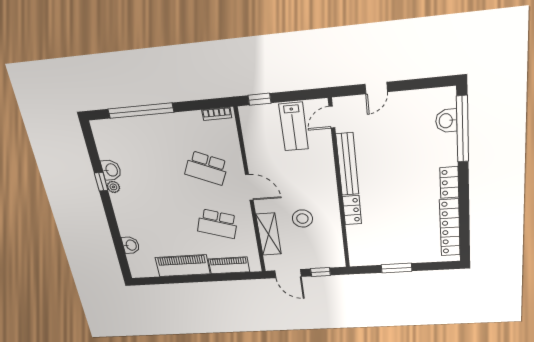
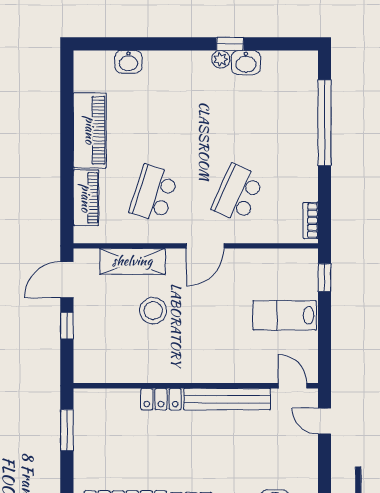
door: (332, 117) -> (293, 386), moved
bench: (347, 164) -> (227, 399), moved
wall: (339, 187) -> (196, 386), moved
locker: (352, 210) -> (161, 399), moved

